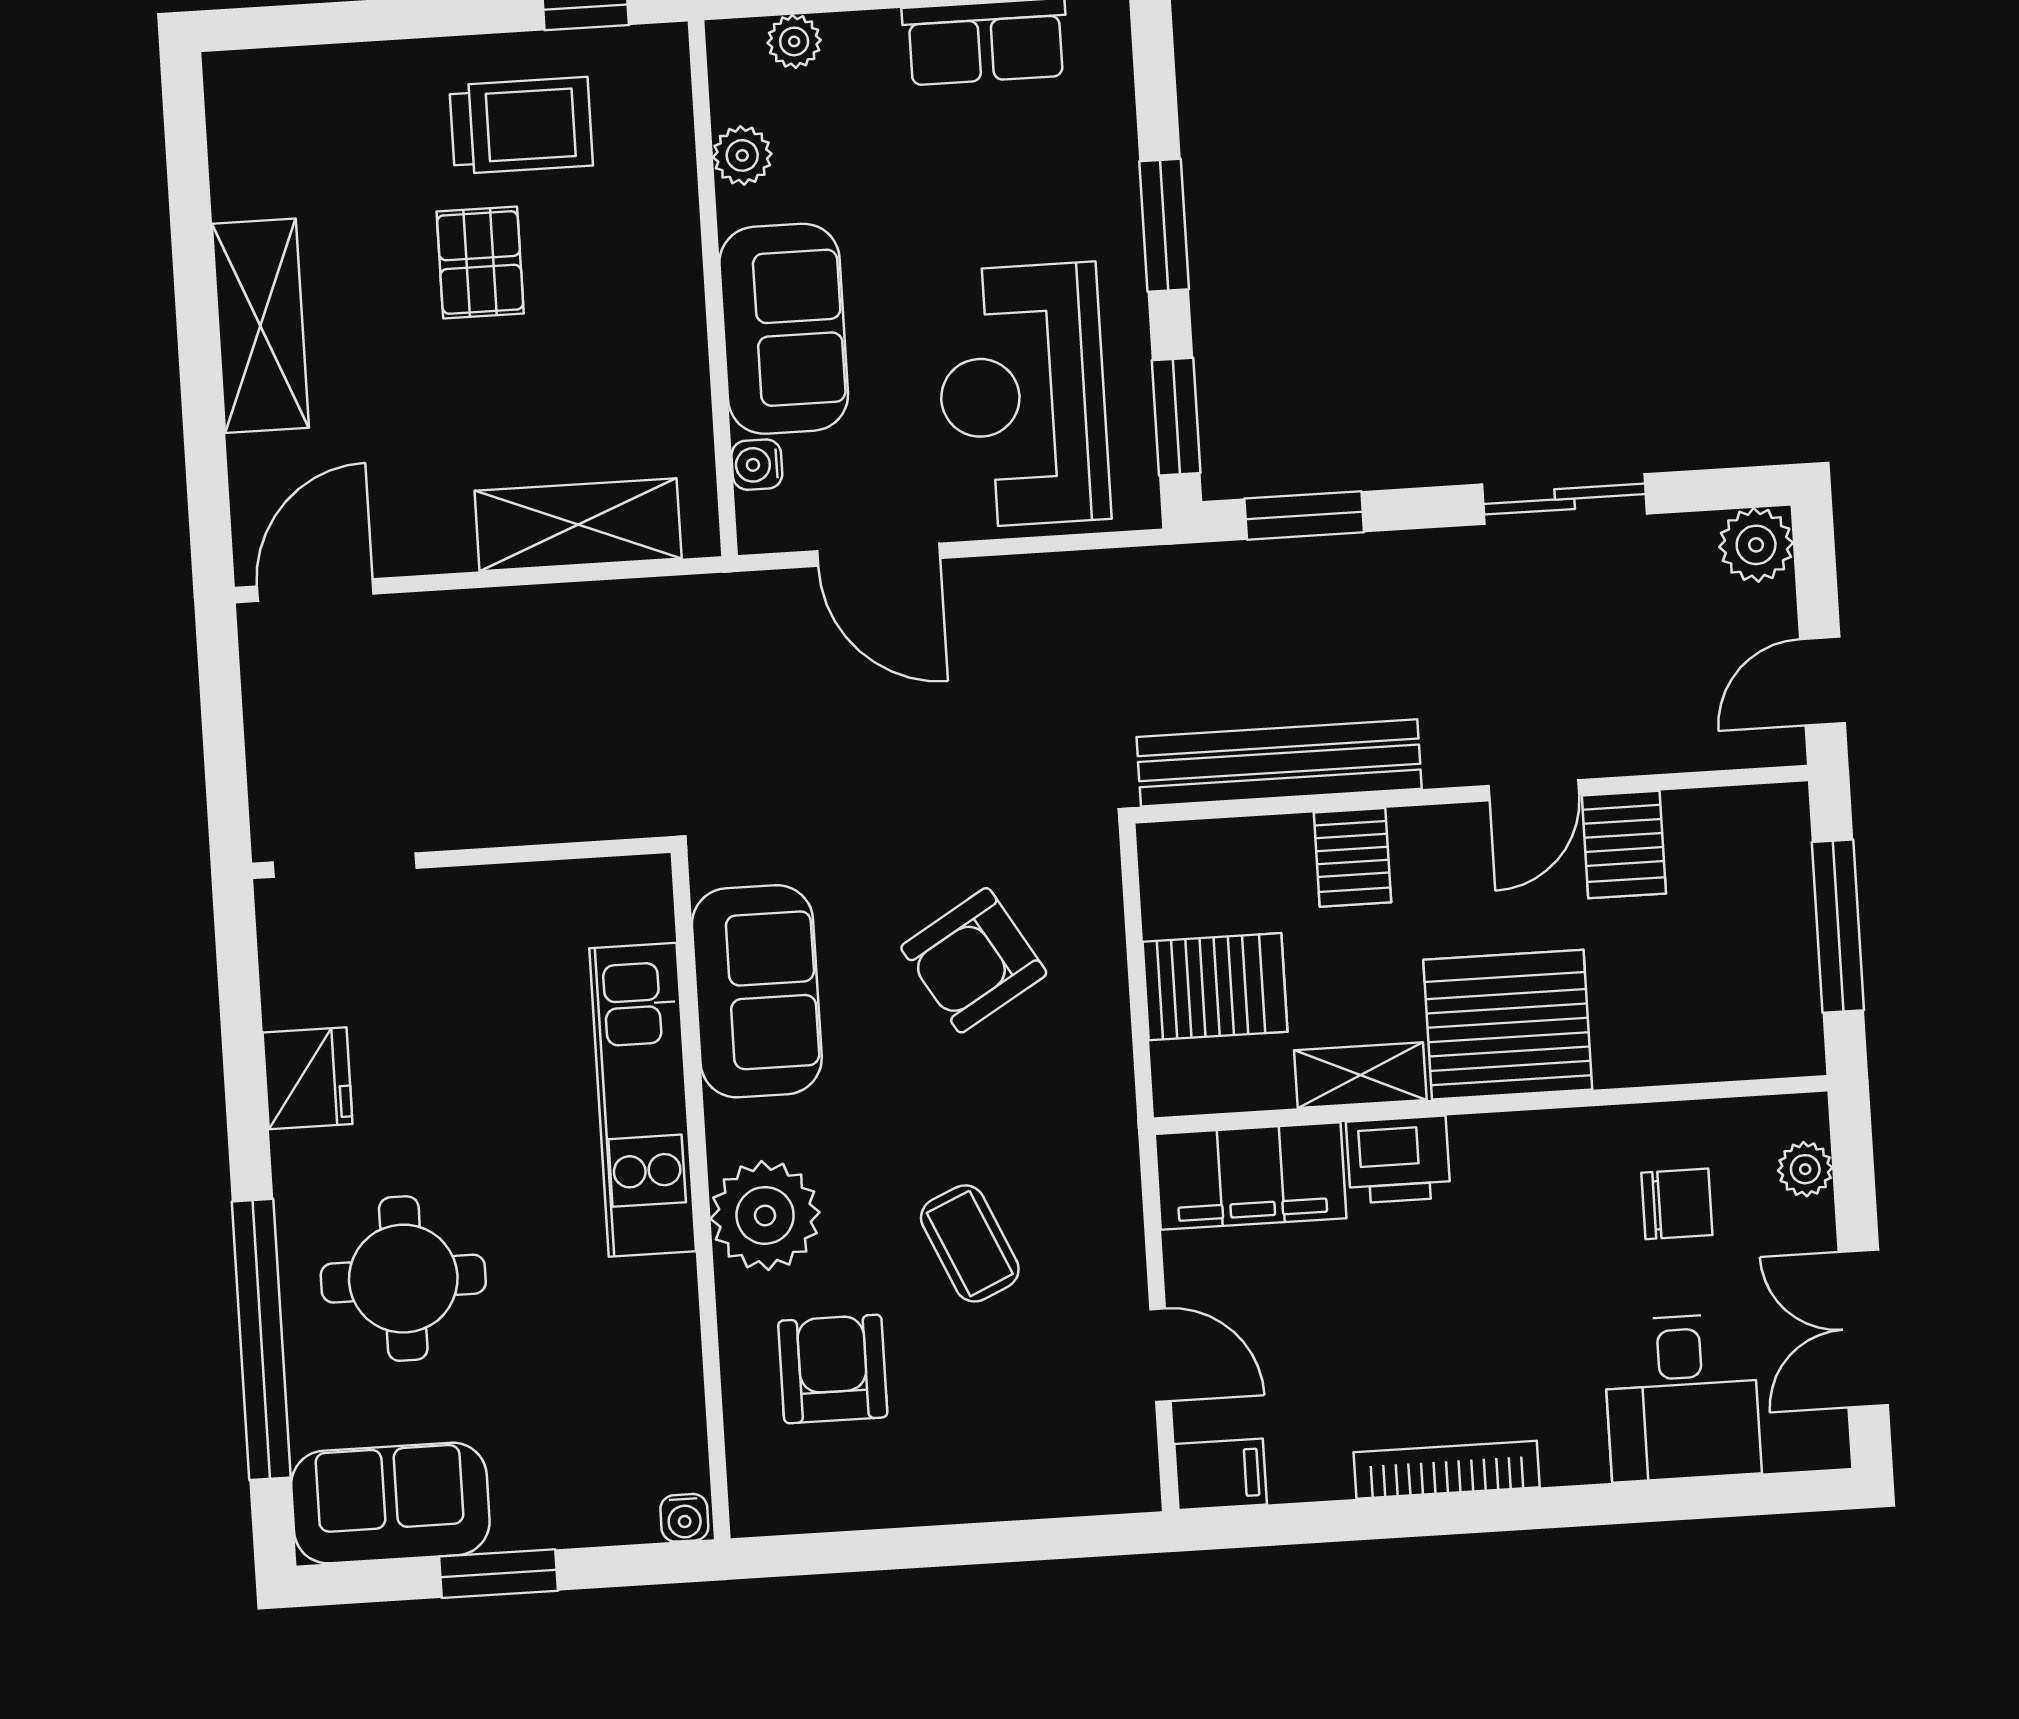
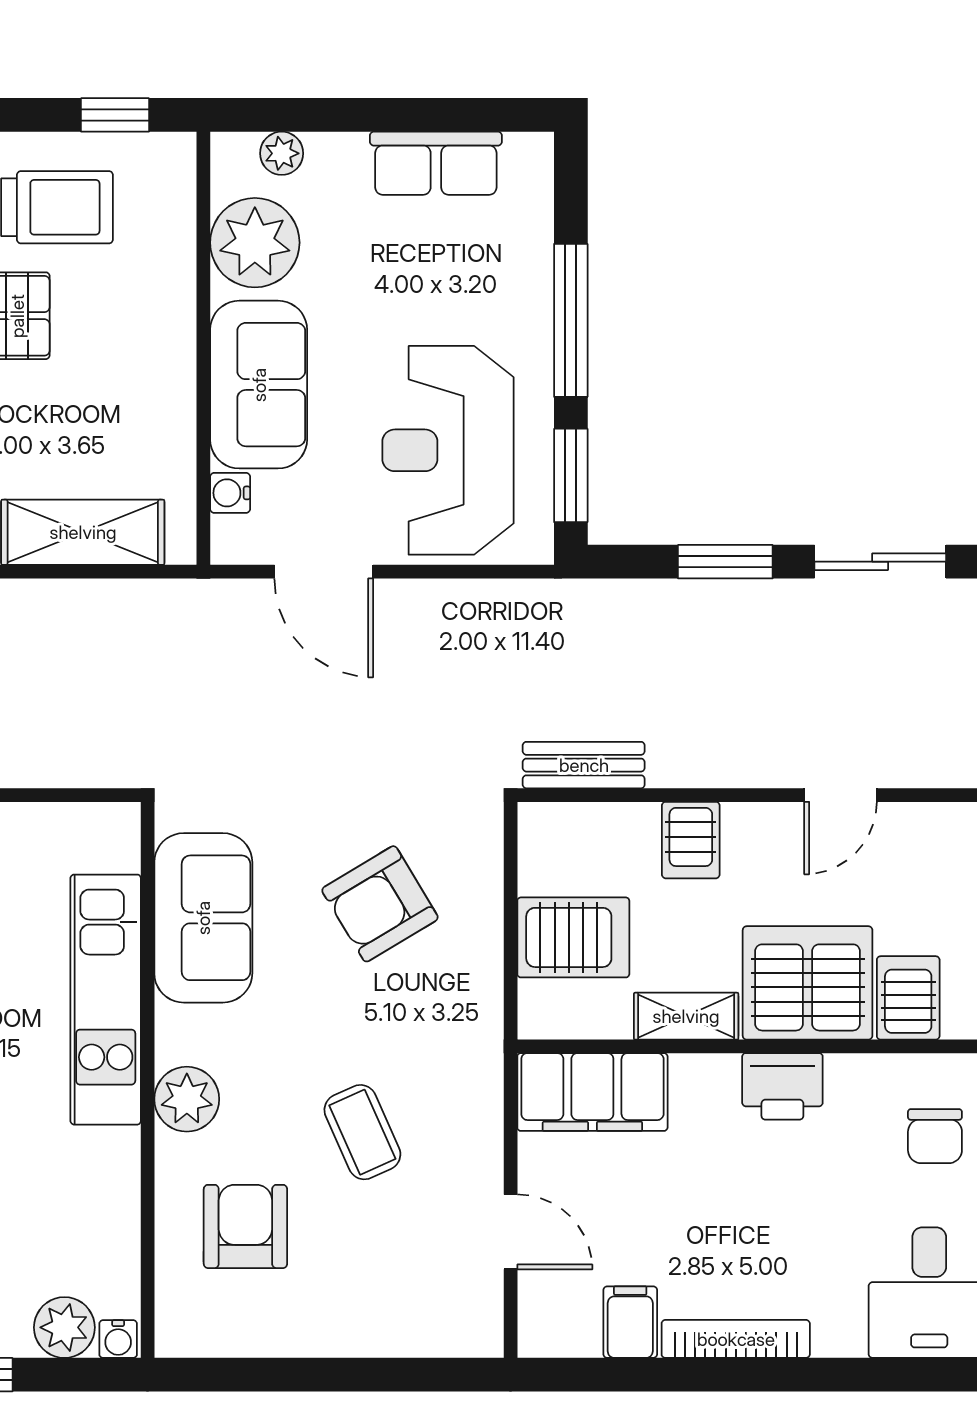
plant: (742, 155) -> (255, 243), width x1.88, depth x1.88
window: (1164, 225) -> (571, 320), width x1.44
window: (1304, 515) -> (725, 562), moved
bench: (1279, 763) -> (584, 765), width x0.54, depth x0.82
server rack: (1624, 845) -> (908, 998), moved, turned 180
printer: (1398, 1160) -> (782, 1086), moved
chair: (1677, 1204) -> (935, 1136), turned 90
plant: (765, 1215) -> (187, 1099), width x0.73, depth x0.73
filing cabinet: (1221, 1474) -> (630, 1322), moved, turned -90
plant: (617, 1508) -> (64, 1327), added

